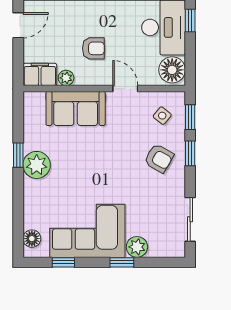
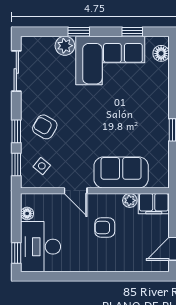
floor lamp: (172, 70) -> (27, 213), width x0.53, depth x0.53
plant: (37, 165) -> (157, 121), removed

